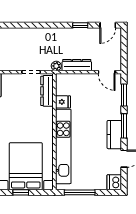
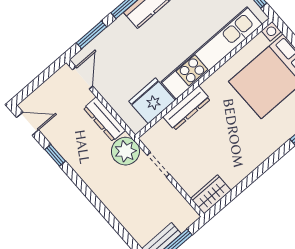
plant: (56, 66) -> (125, 151), width x1.88, depth x1.88
dresser: (47, 91) -> (187, 108), moved
fridge: (63, 102) -> (152, 101), width x1.88, depth x1.34

